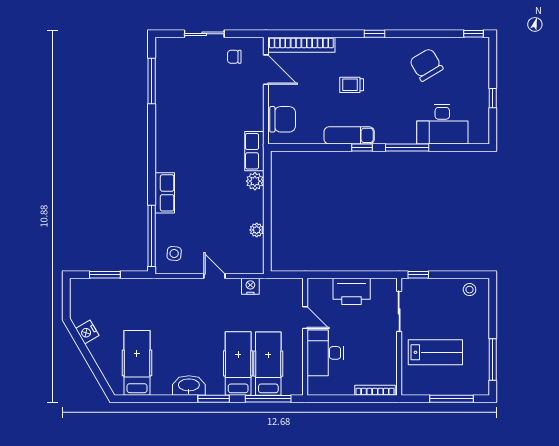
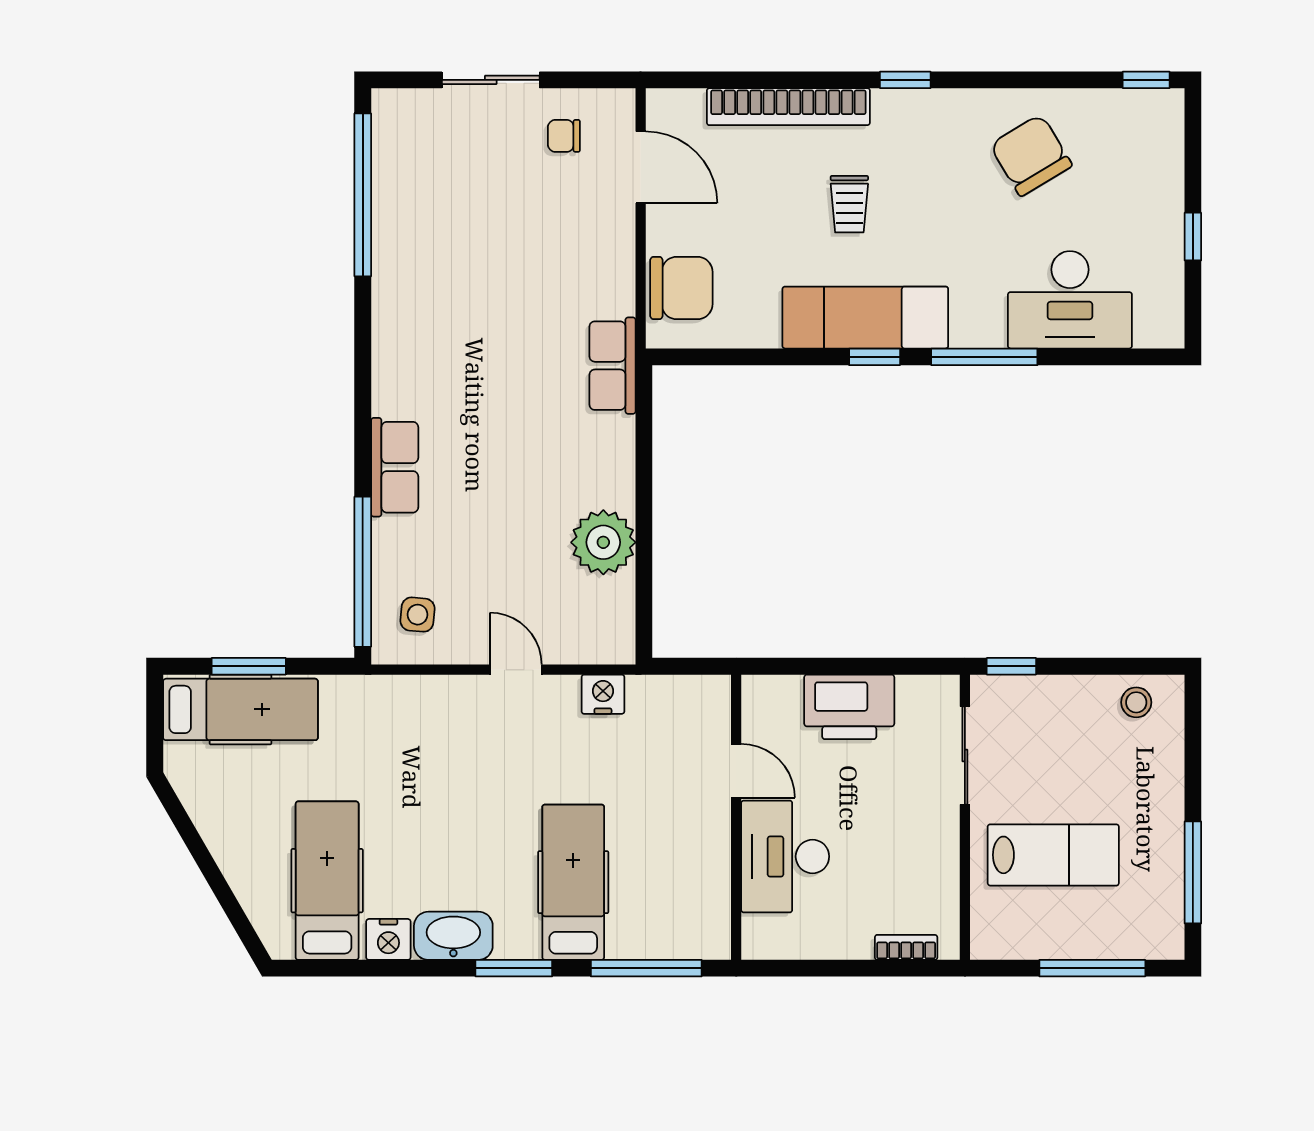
bookcase: (301, 45) -> (788, 107), moved
window: (152, 81) -> (363, 195), width x1.46
trolley: (352, 85) -> (849, 204), turned -90
exam couch: (349, 135) -> (865, 318), width x1.36, depth x1.45
plant: (255, 181) -> (614, 439), removed
plant: (257, 230) -> (603, 542), width x1.88, depth x1.88
nightstand: (87, 332) -> (388, 939), moved, turned -60
hospital bed: (268, 364) -> (240, 709), moved, turned 90
bookcase: (375, 390) -> (906, 947), width x0.64

